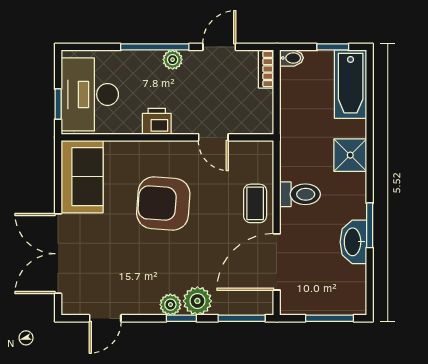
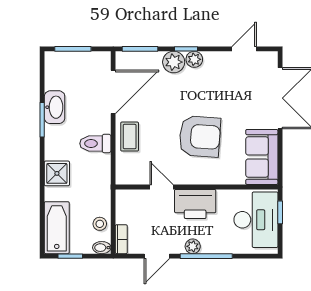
stool: (294, 89) -> (100, 224), added
printer: (157, 121) -> (195, 204), width x1.87, depth x1.48

